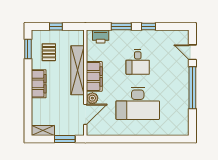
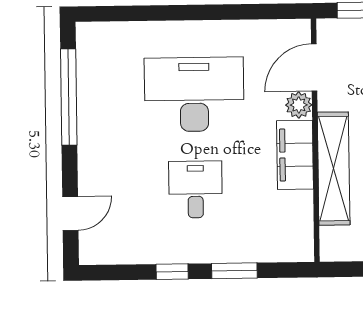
printer: (101, 36) -> (282, 247), removed
door: (192, 52) -> (70, 213), hinge flipped
window: (192, 88) -> (69, 97), moved

